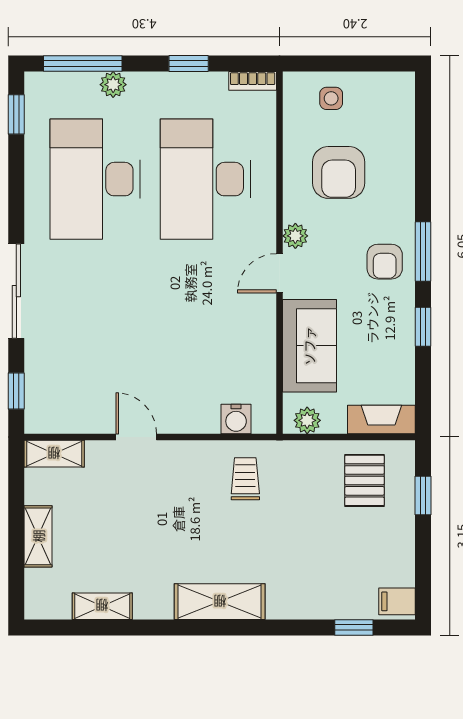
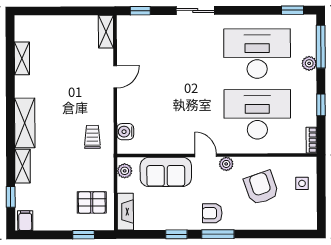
armchair: (339, 172) -> (261, 188), turned 71
sliding door: (16, 291) -> (195, 10), width x0.73
trolley: (245, 479) -> (92, 137), turned -90
shelving: (38, 536) -> (23, 166), moved, turned 90

